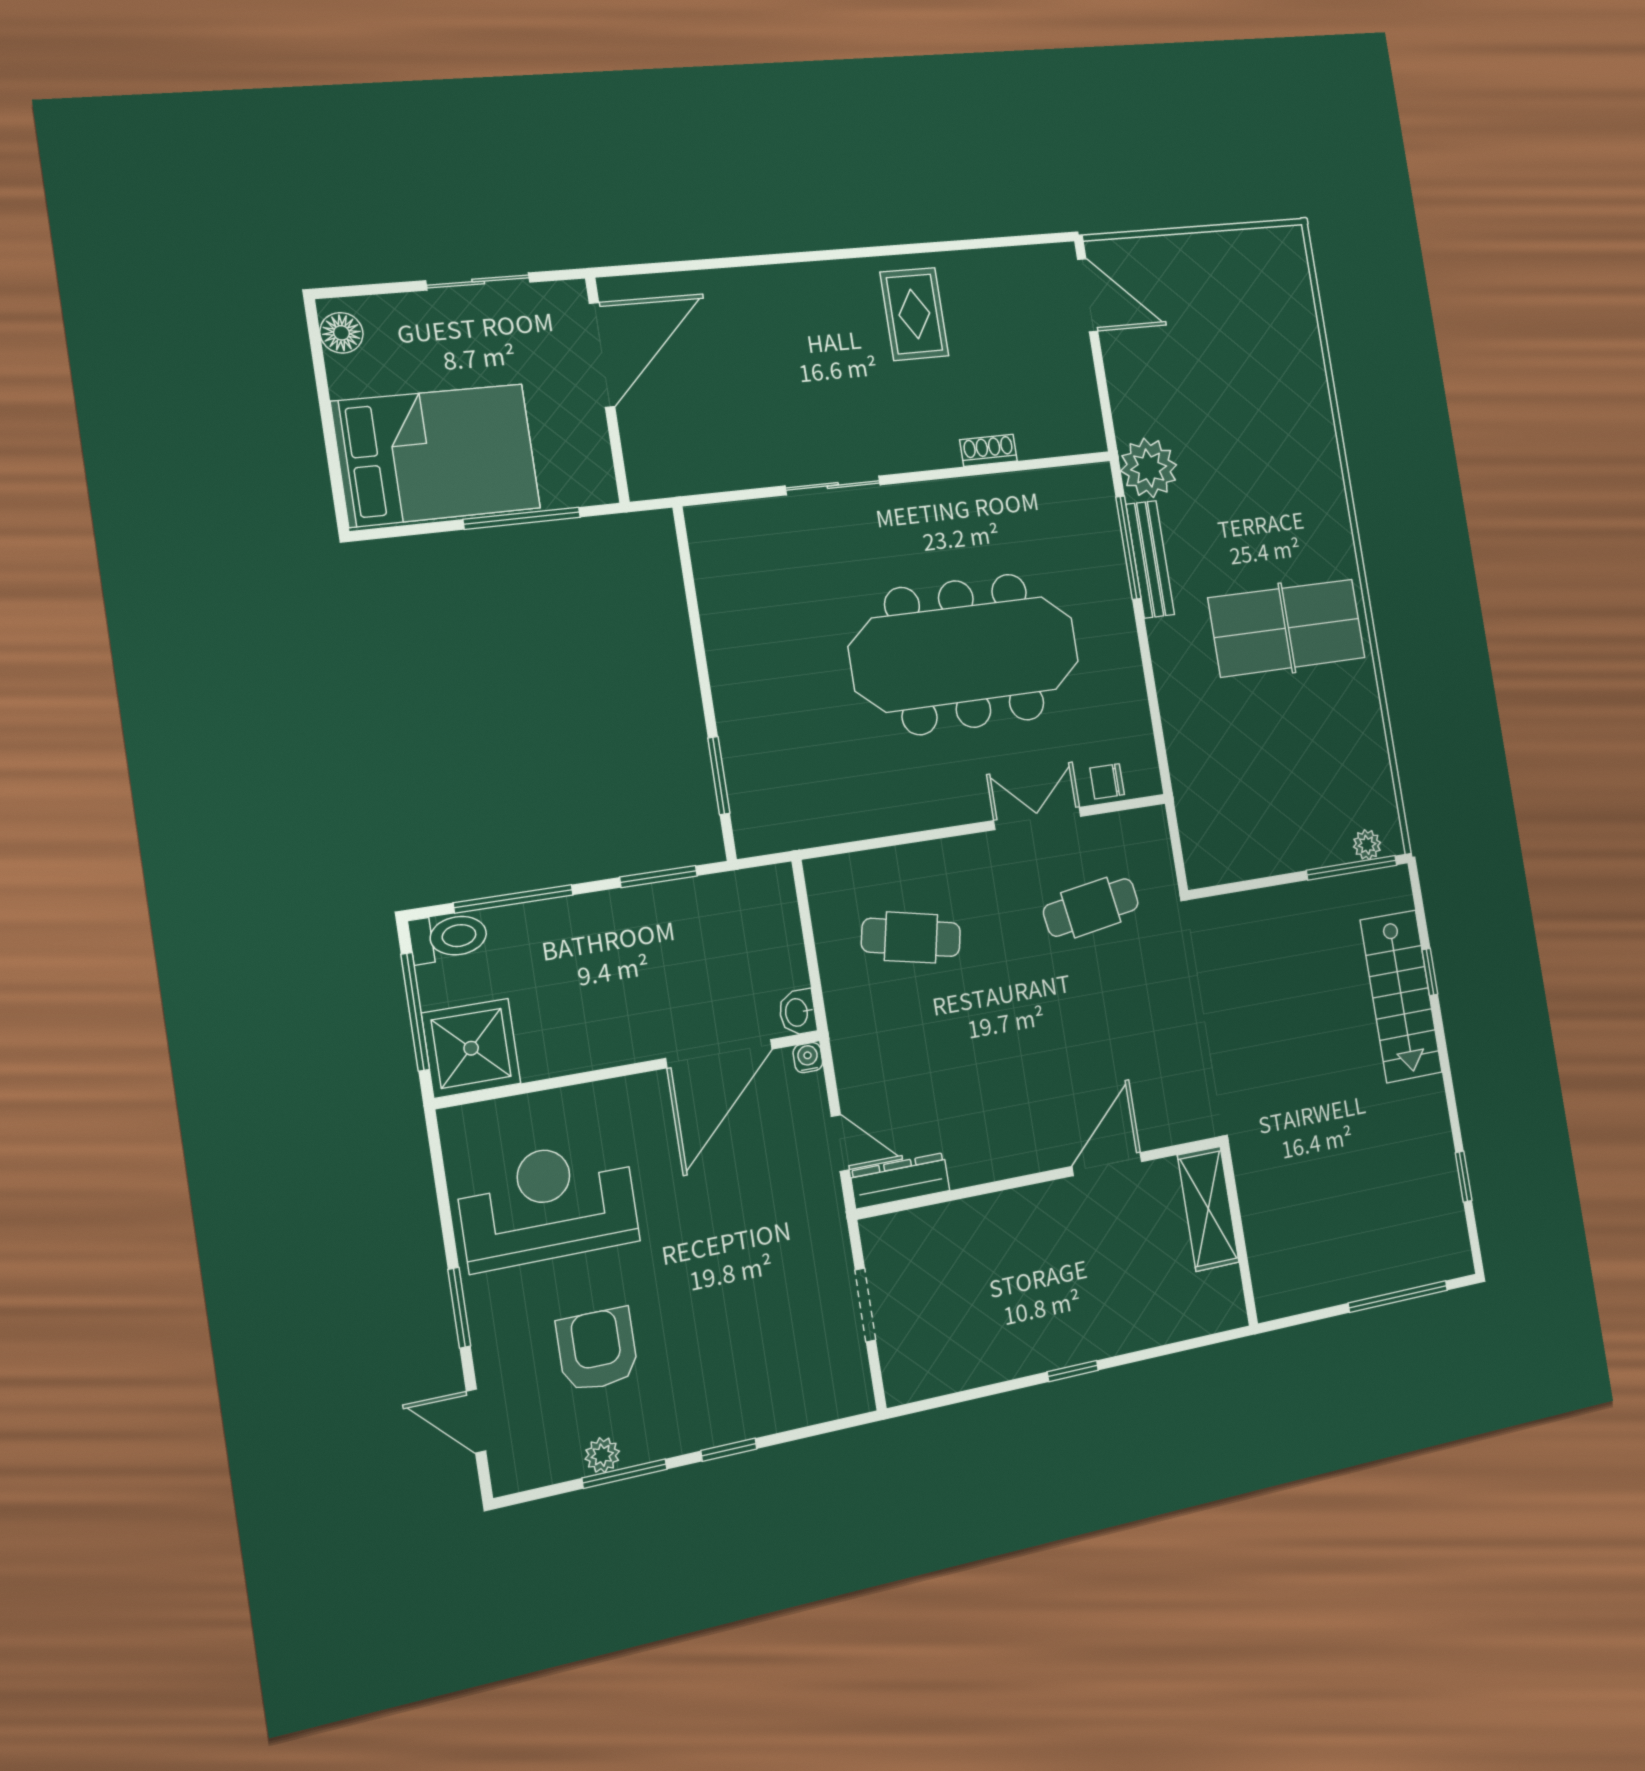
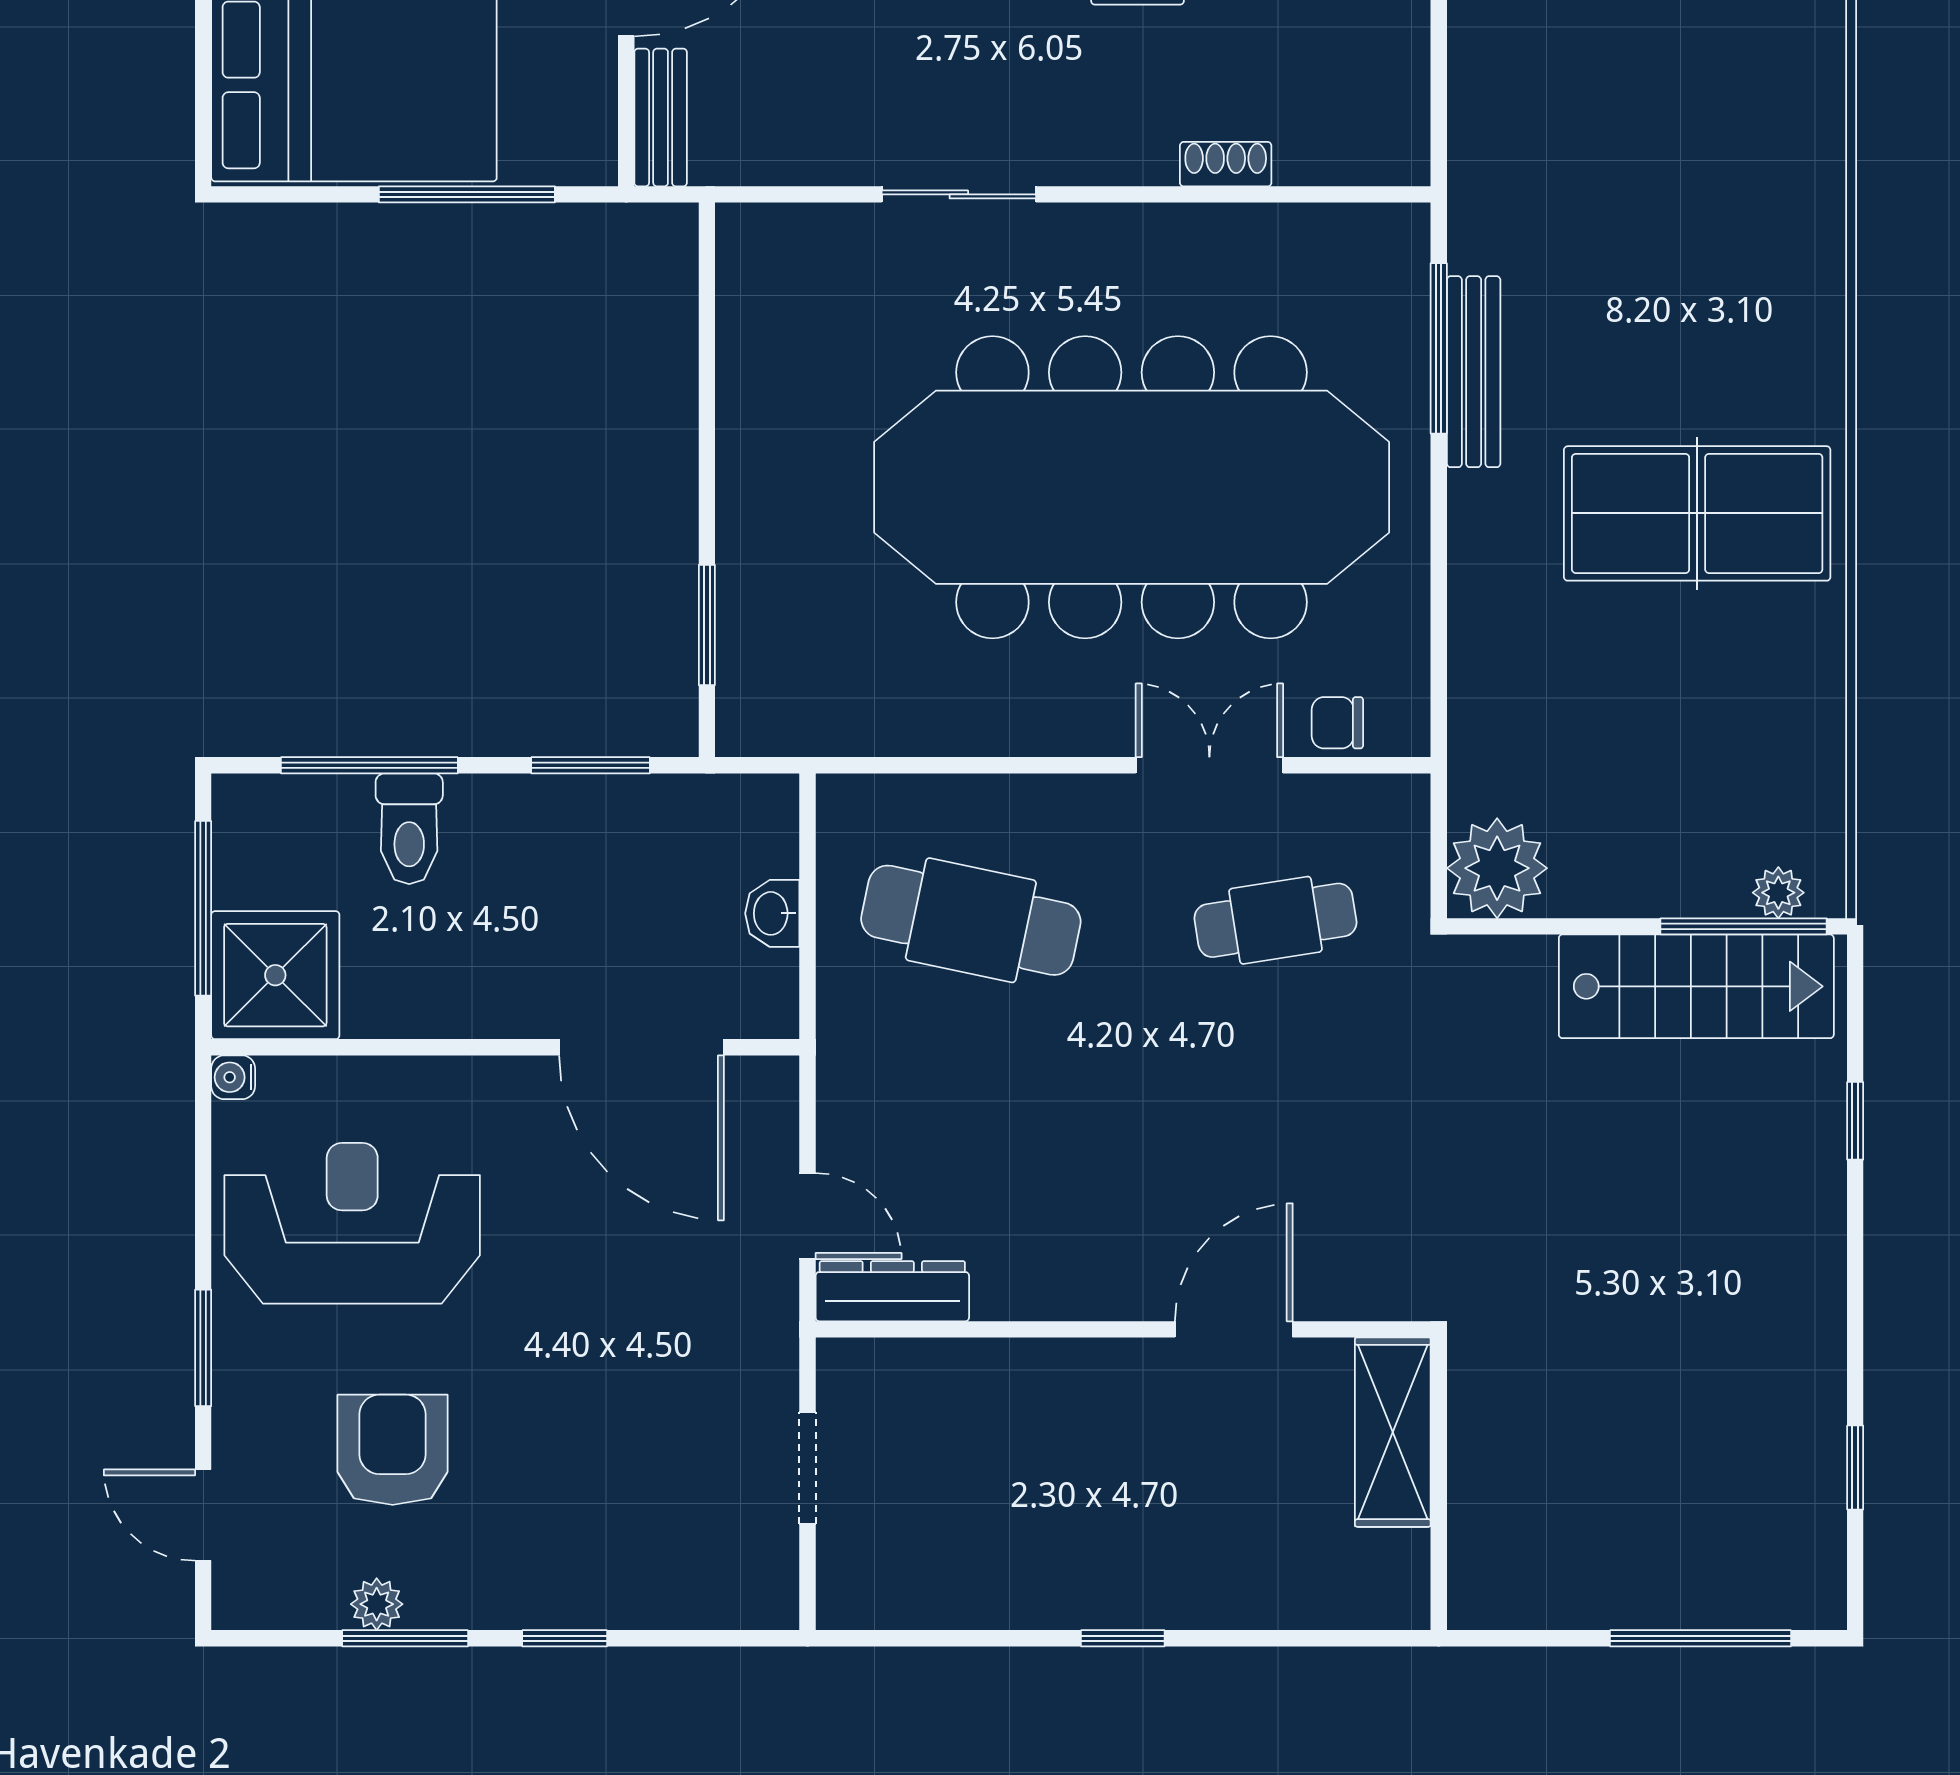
bench: (640, 456) -> (661, 117), added
plant: (1149, 468) -> (1497, 868), moved
meeting table: (965, 654) -> (1132, 487), width x1.36, depth x1.27
toilet: (448, 937) -> (409, 829), moved, turned 90
cafe table: (911, 937) -> (971, 920), width x1.37, depth x1.35
stairs: (1401, 996) -> (1696, 986), moved, turned -90
washbasin: (797, 1012) -> (772, 913), moved
door: (719, 1054) -> (642, 1047), hinge flipped
water cooler: (808, 1058) -> (233, 1077), moved, turned -90

